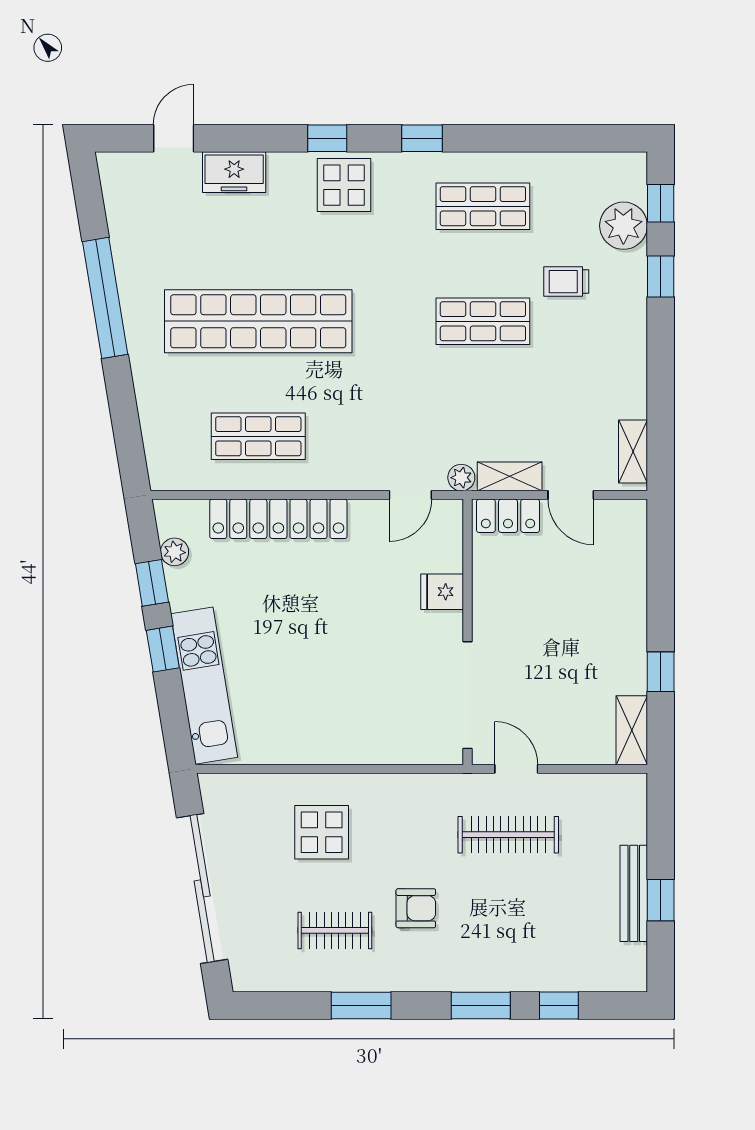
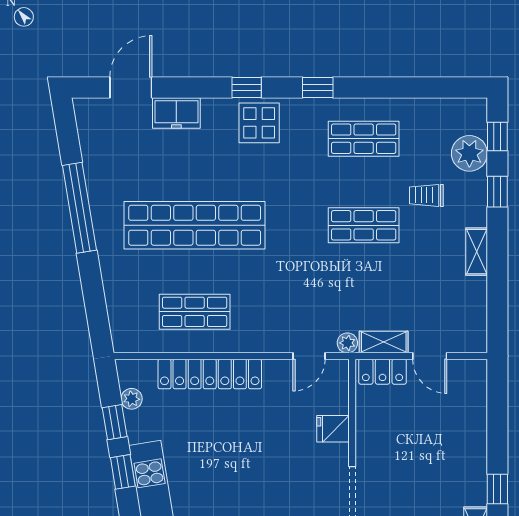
door: (174, 138) -> (131, 88), width x1.38
shelving: (633, 451) -> (477, 252), moved

